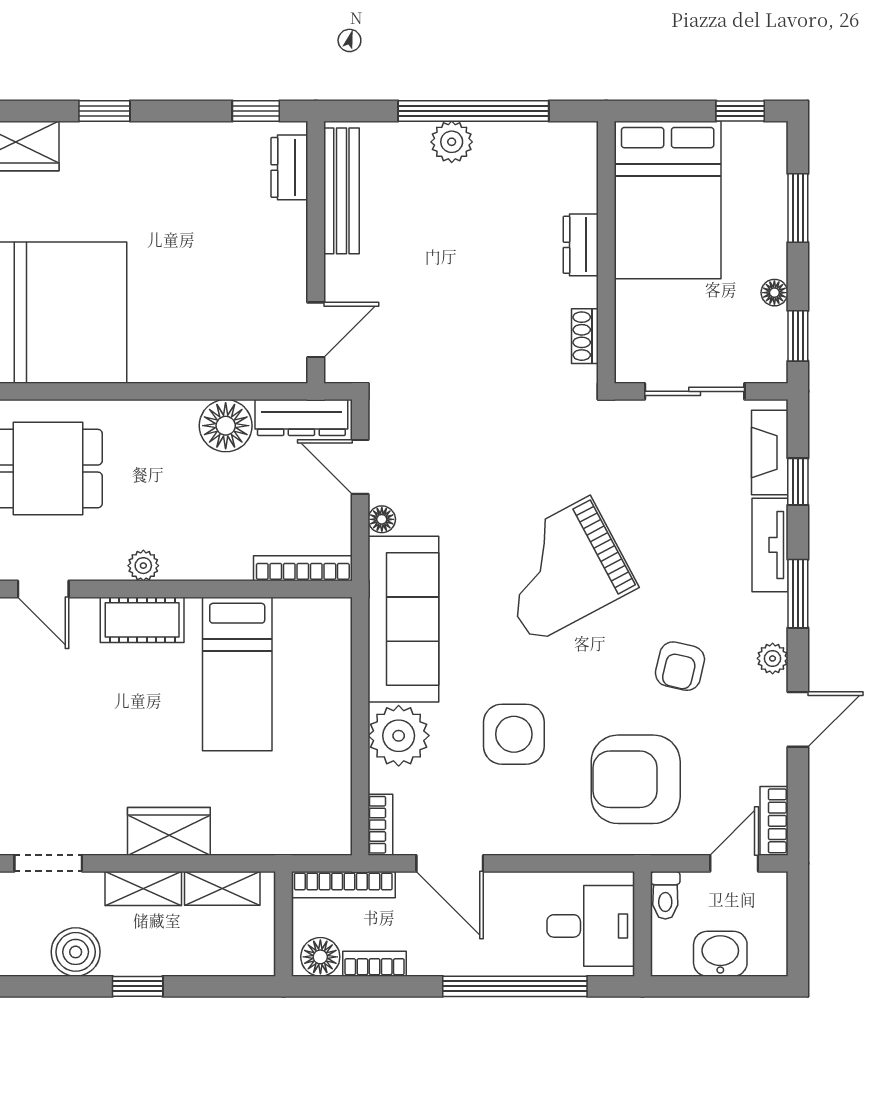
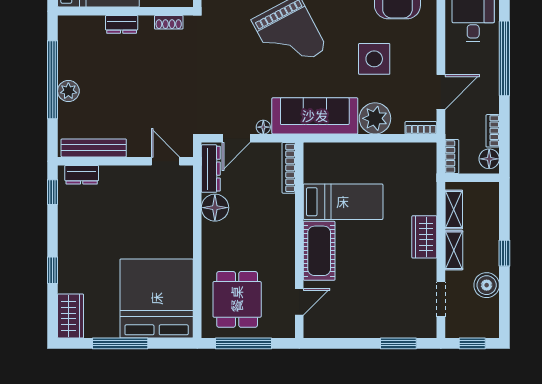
plant: (143, 566) -> (287, 250), removed
cot: (142, 620) -> (319, 251), width x1.37, depth x1.34
bookcase: (343, 885) -> (452, 157), width x0.64

